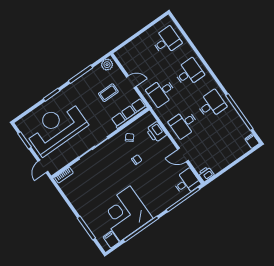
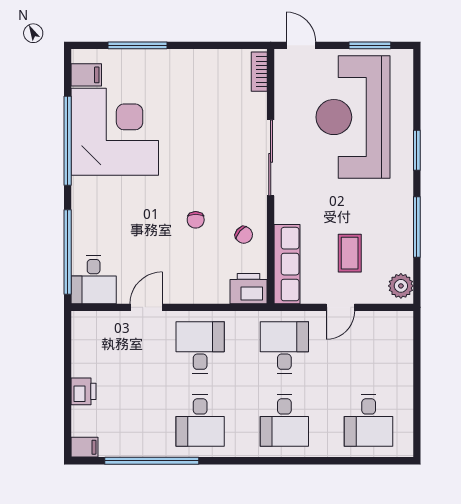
reception desk: (56, 128) -> (353, 117), turned 180
printer: (156, 132) -> (248, 289), moved
printer: (206, 174) -> (83, 391), moved

